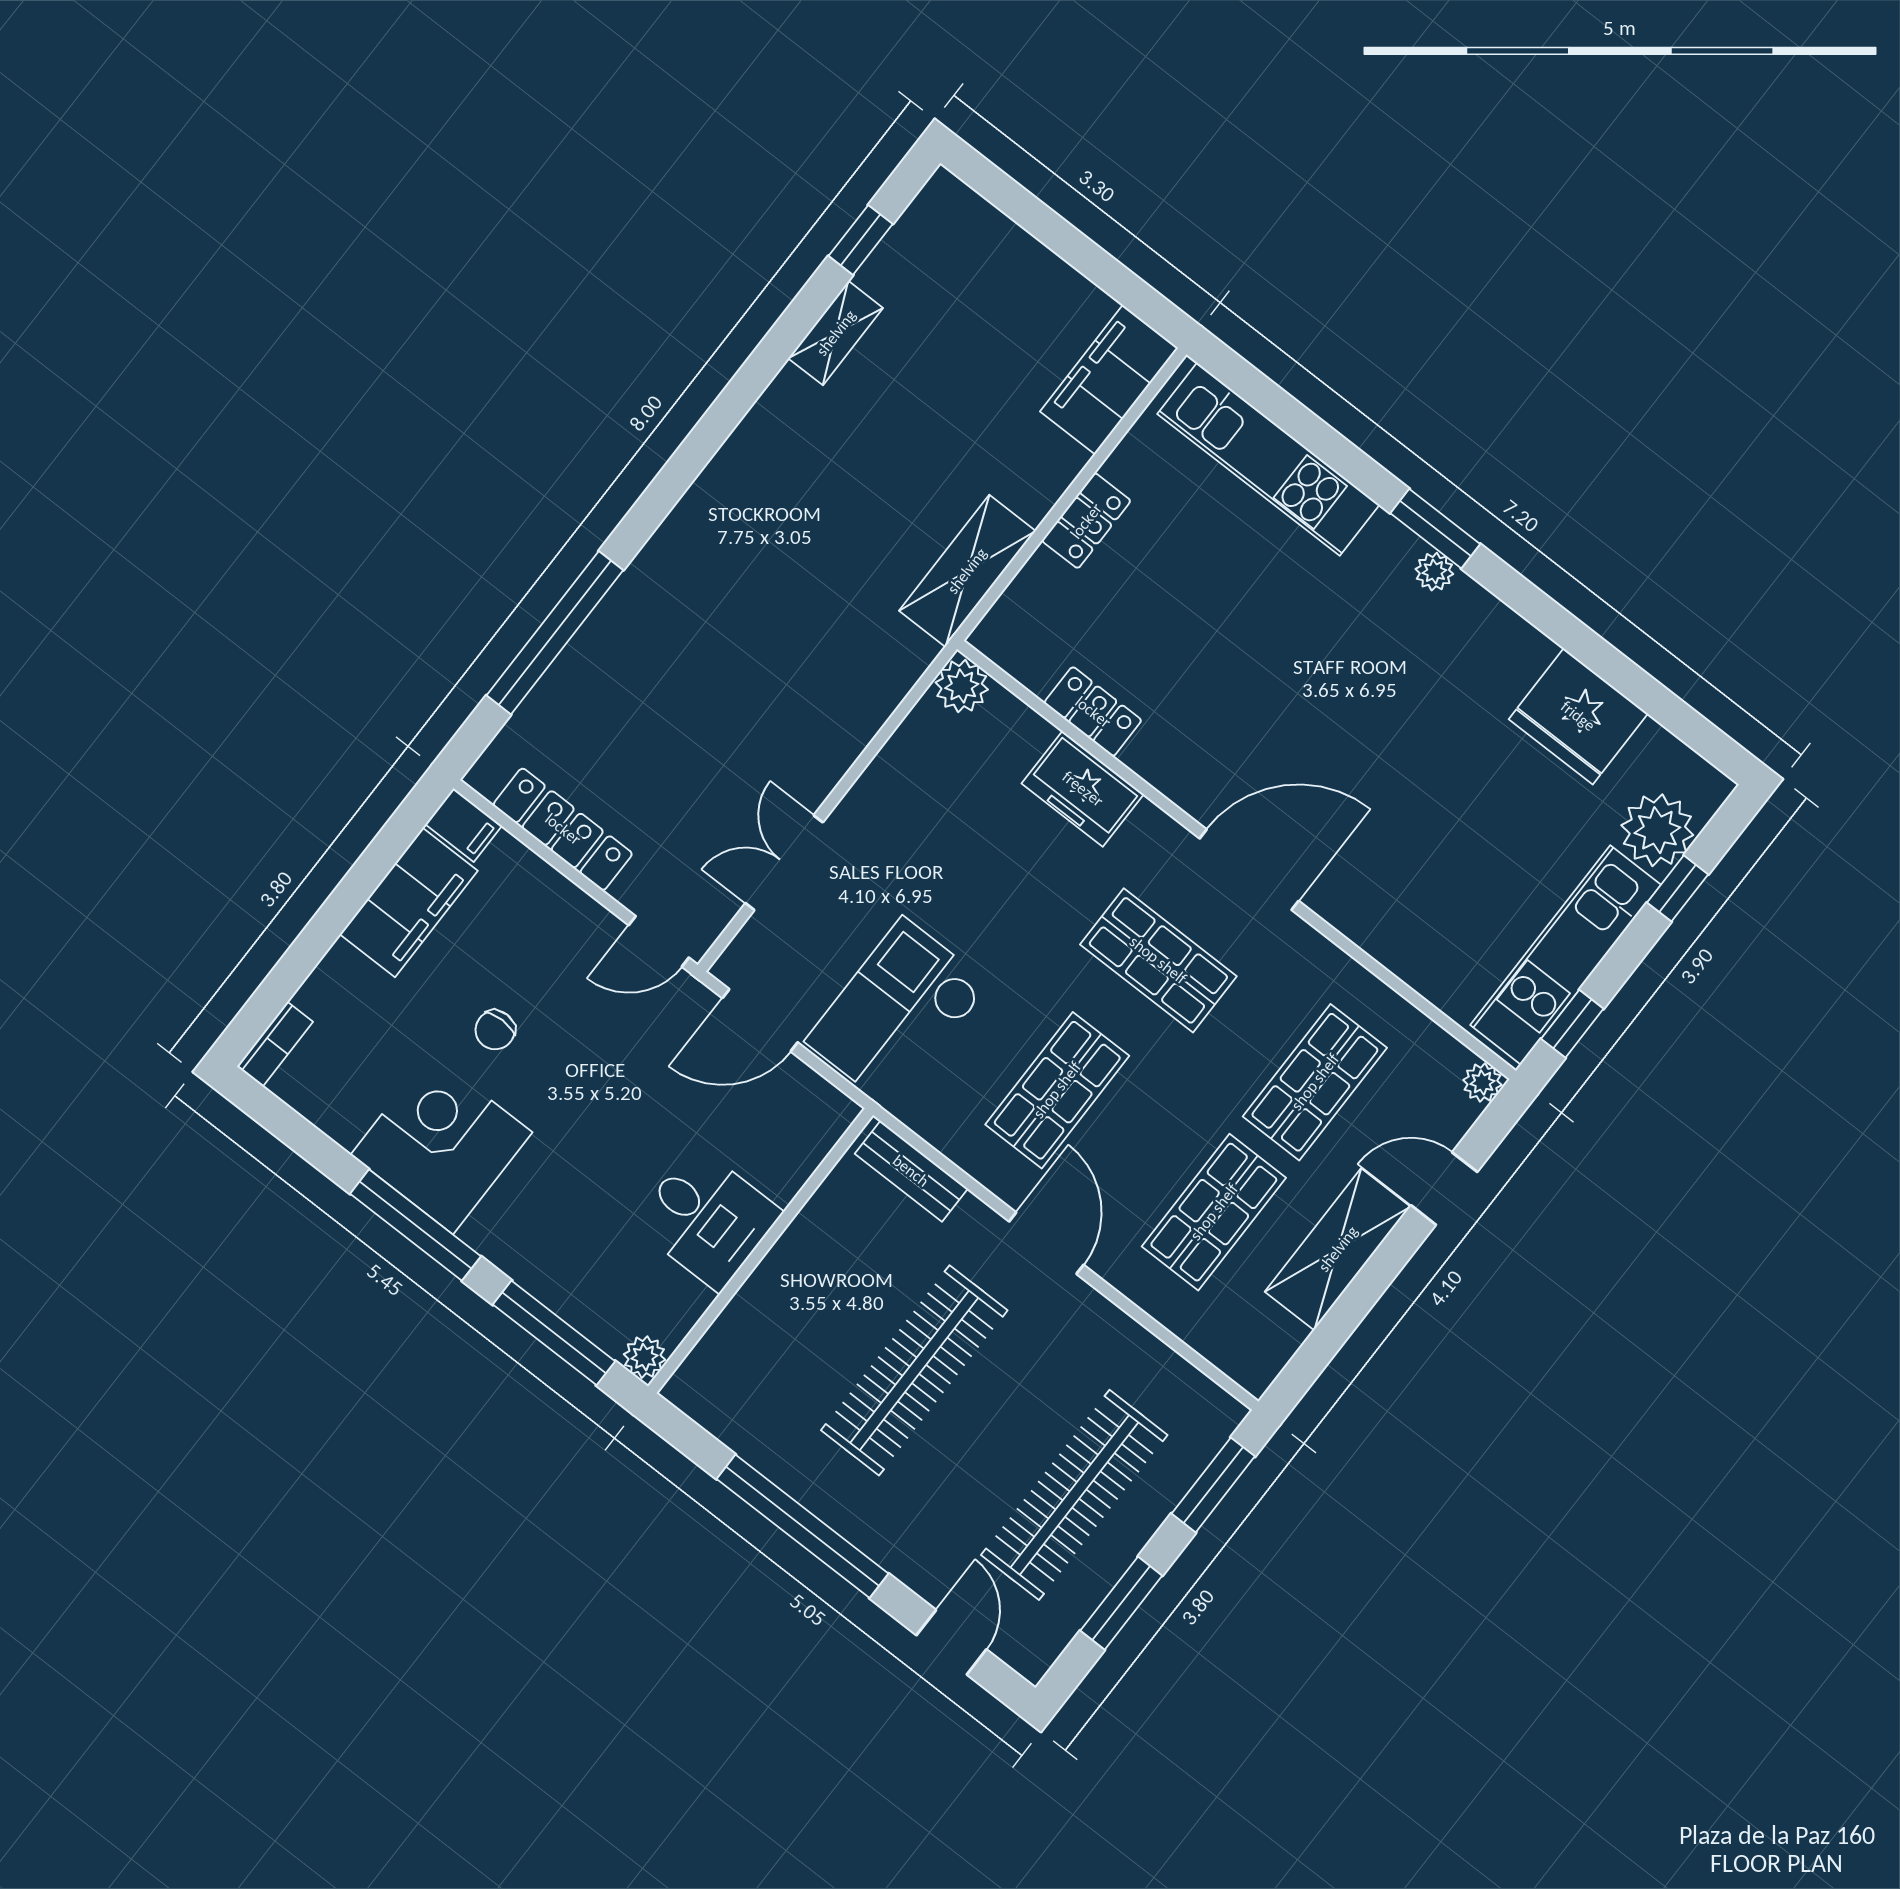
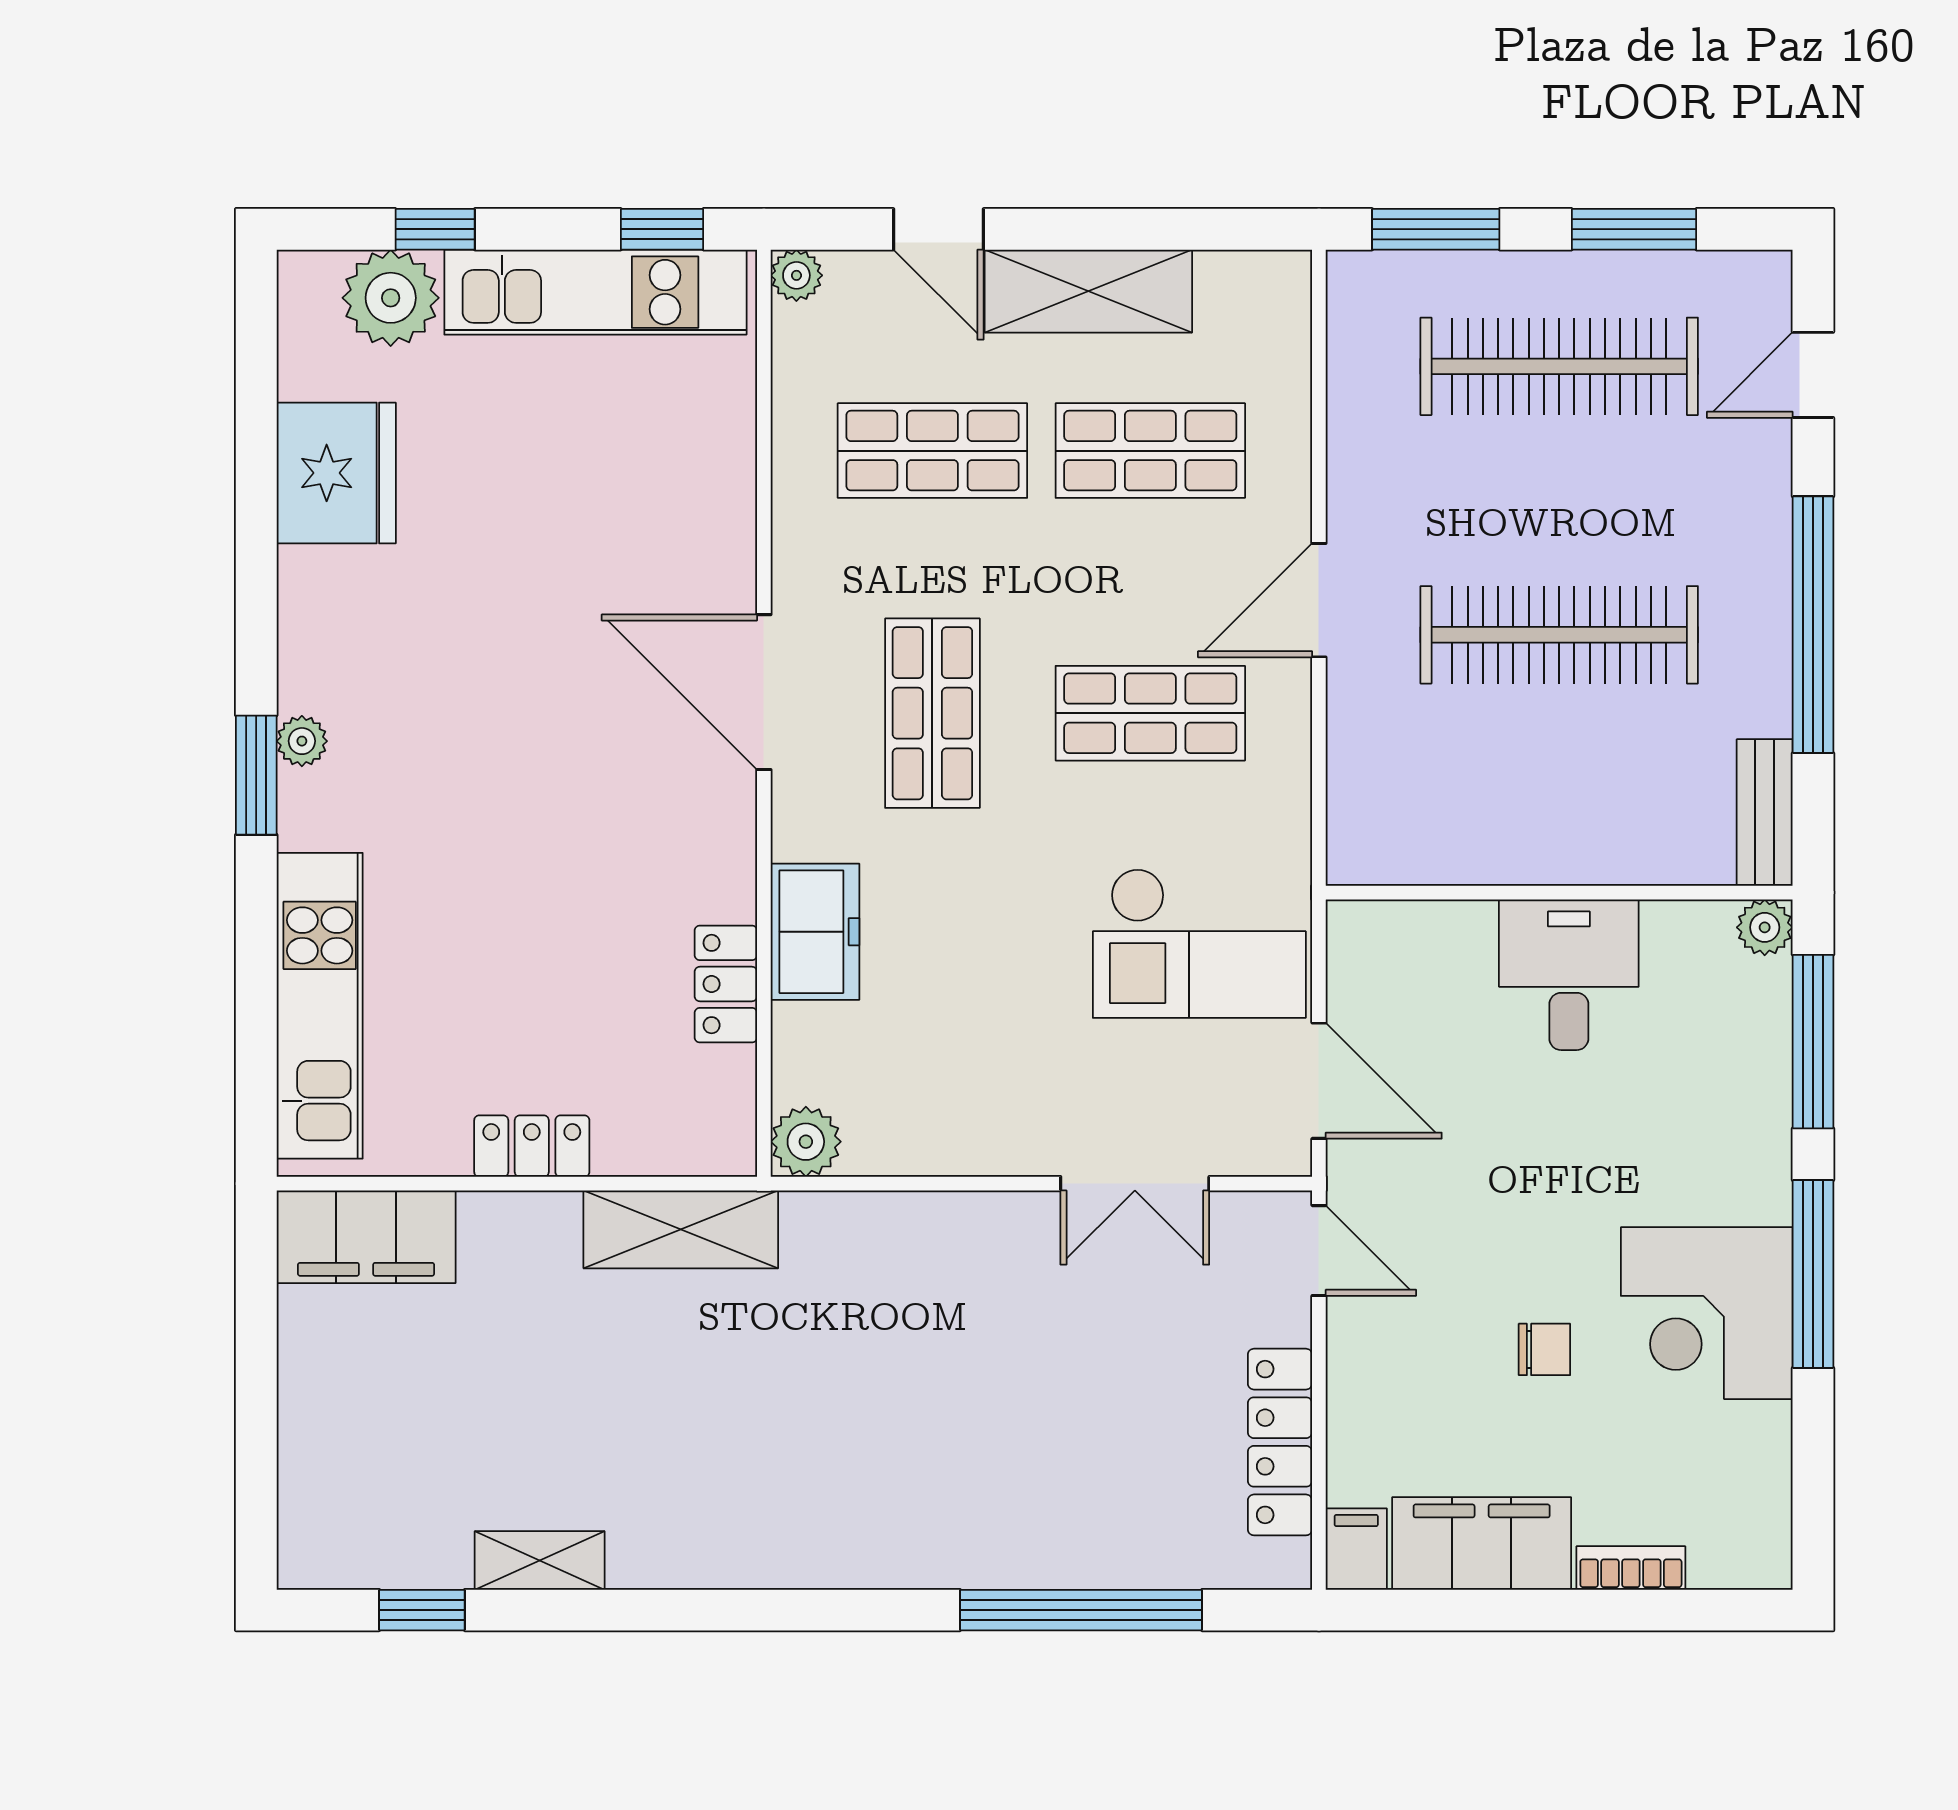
bookcase: (275, 1044) -> (1631, 1568), moved
bench: (911, 1171) -> (1765, 813), moved

